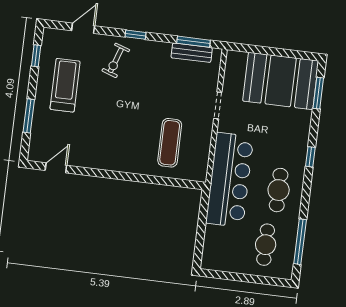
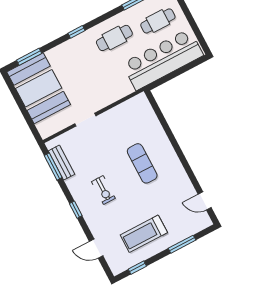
exercise bike: (116, 60) -> (103, 190), moved, turned 71
exercise mat: (170, 143) -> (142, 163), moved, turned 90
bar counter: (230, 180) -> (163, 59), moved

